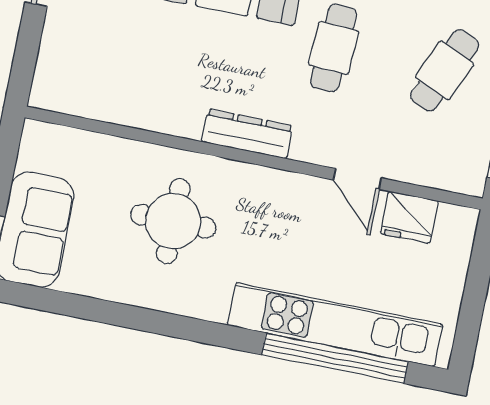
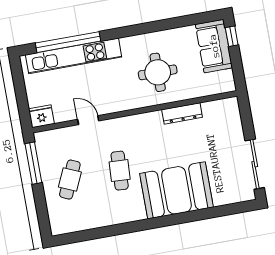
dresser: (247, 134) -> (182, 113), moved
fridge: (409, 217) -> (41, 116), moved

